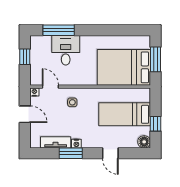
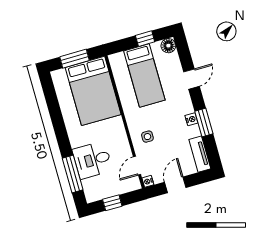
tv unit: (56, 142) -> (200, 154), moved

